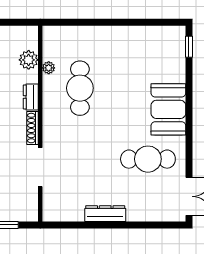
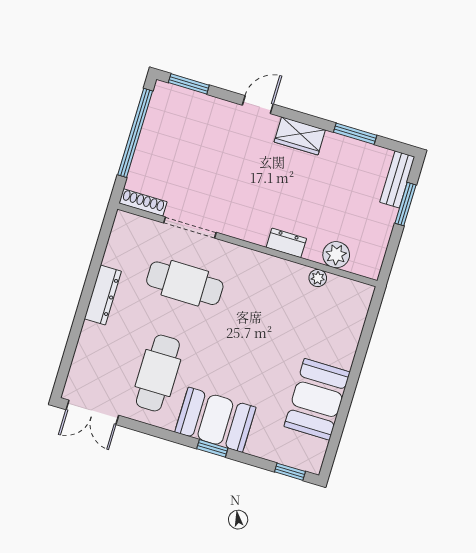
booth: (133, 43) -> (317, 399), added
cafe table: (80, 88) -> (185, 283), moved
window: (189, 106) -> (212, 448), added
shoe rack: (33, 128) -> (143, 202), moved

